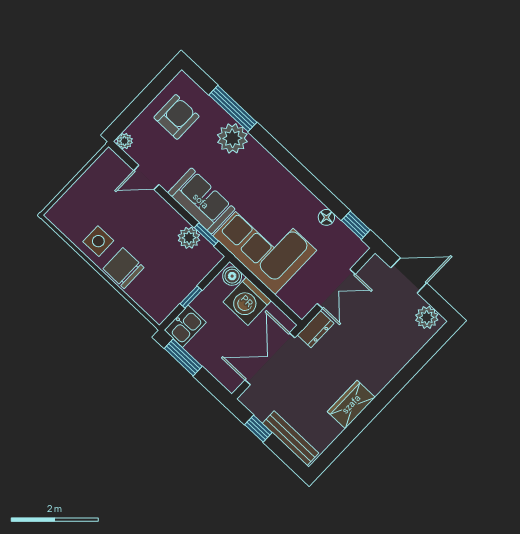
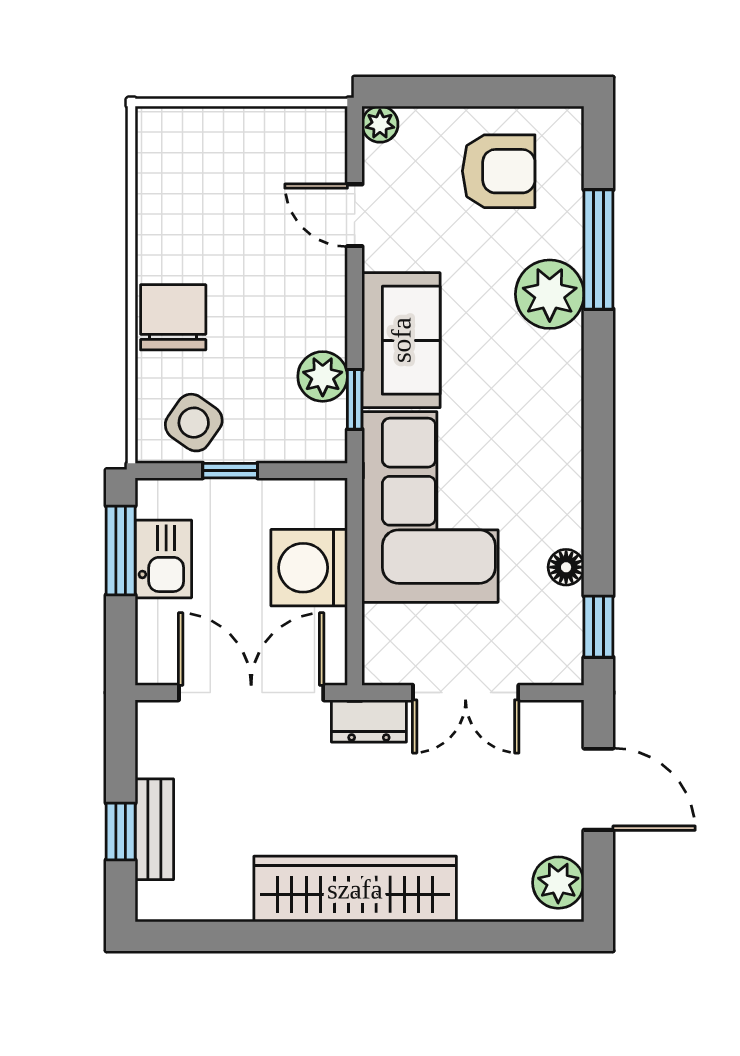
side table: (98, 241) -> (194, 423), moved, turned 35
boiler: (232, 276) -> (327, 505), removed
kitchen sink: (185, 326) -> (163, 559), moved, turned -90
wardrobe: (351, 404) -> (355, 889), width x2.10, depth x1.17
window: (258, 429) -> (121, 832), moved
bench: (290, 438) -> (154, 829), width x0.73

